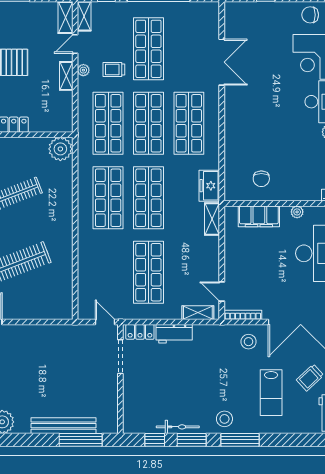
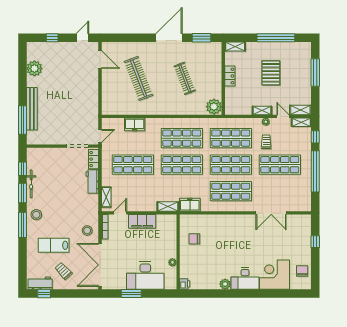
filing cabinet: (259, 216) -> (142, 221), moved, turned -90
freezer: (87, 269) -> (135, 124), added

